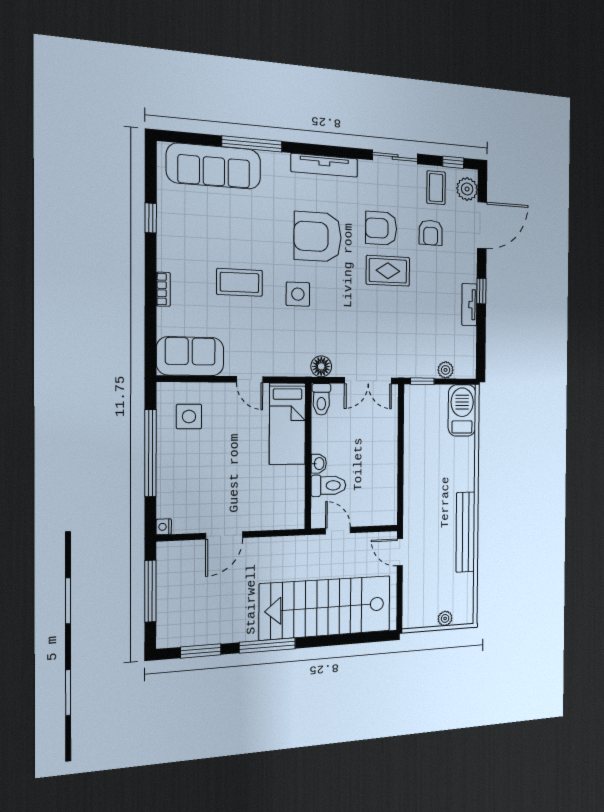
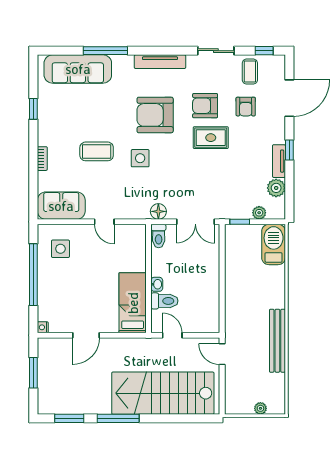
plant: (467, 189) -> (276, 188), moved
bed: (287, 424) -> (133, 303), moved, turned 180
window: (150, 591) -> (33, 373), width x0.69

